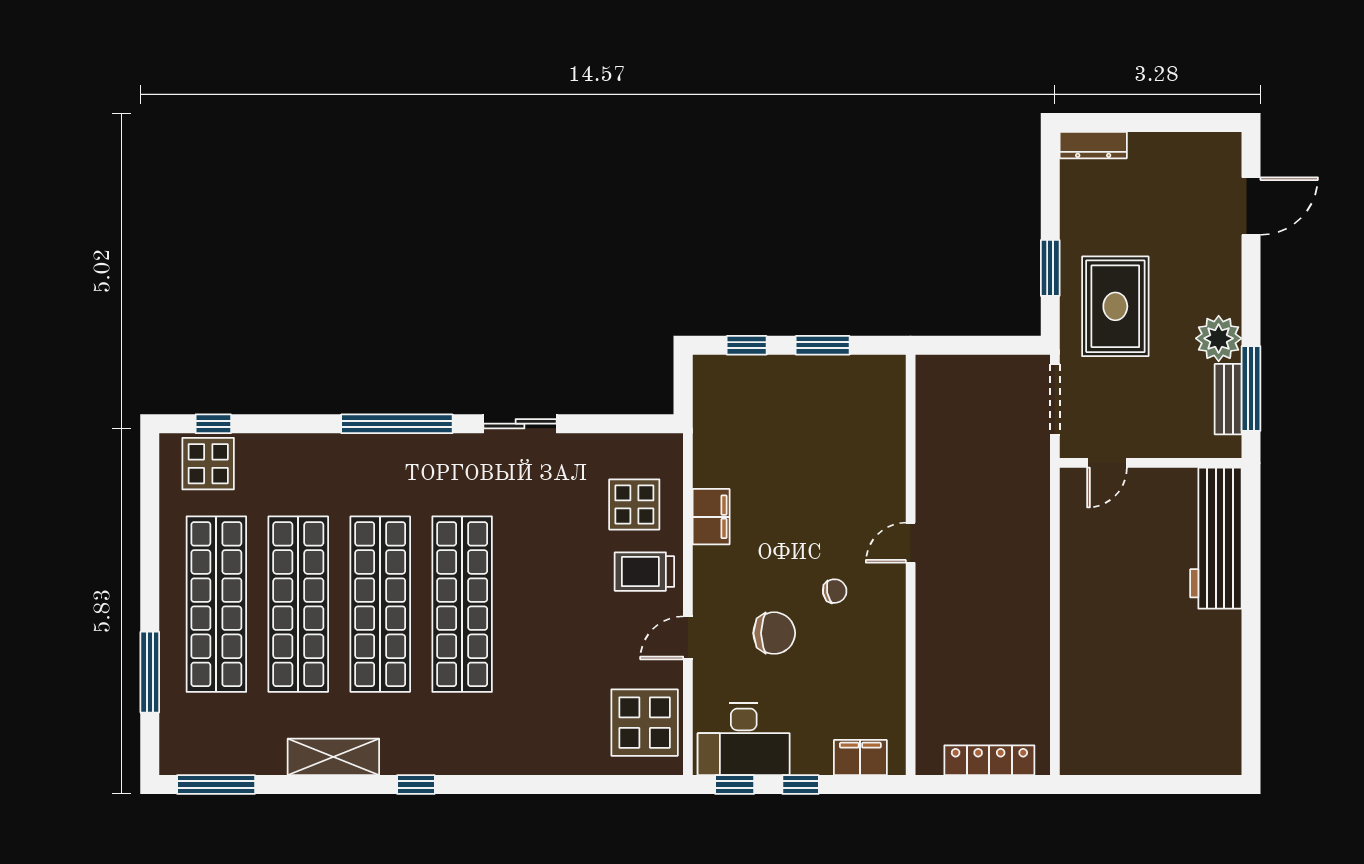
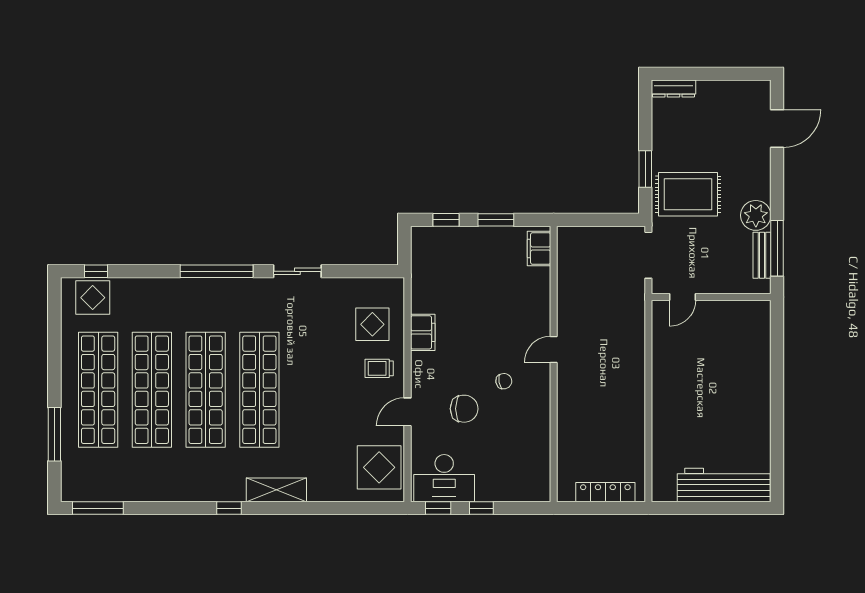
rug: (1115, 306) -> (688, 194), turned 90
workbench: (1216, 538) -> (724, 485), moved, turned 90
trolley: (644, 572) -> (379, 368), width x0.73, depth x0.72
shelving: (333, 757) -> (276, 490), moved
filing cabinet: (860, 758) -> (539, 248), moved, turned -90

